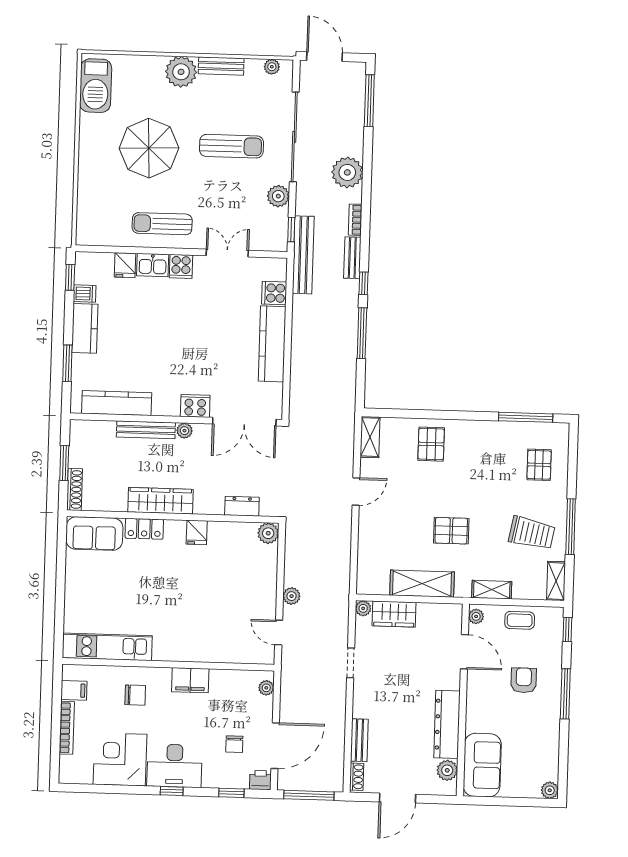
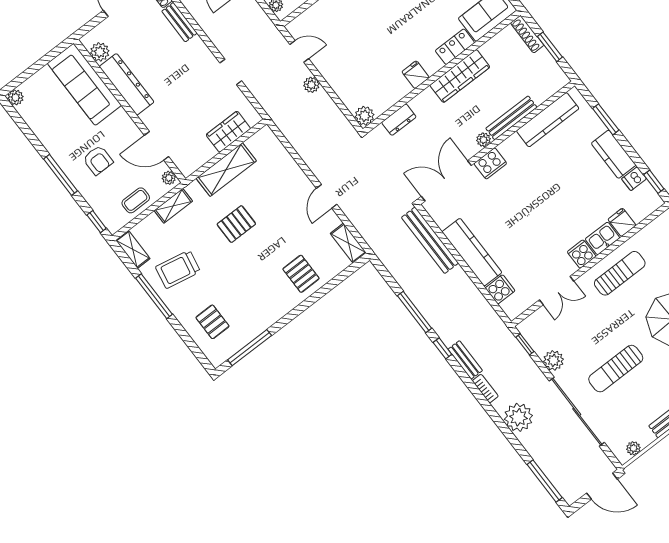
bench: (303, 255) -> (430, 240), moved
plant: (363, 608) -> (254, 118), removed
sofa: (482, 765) -> (84, 84), width x1.36

